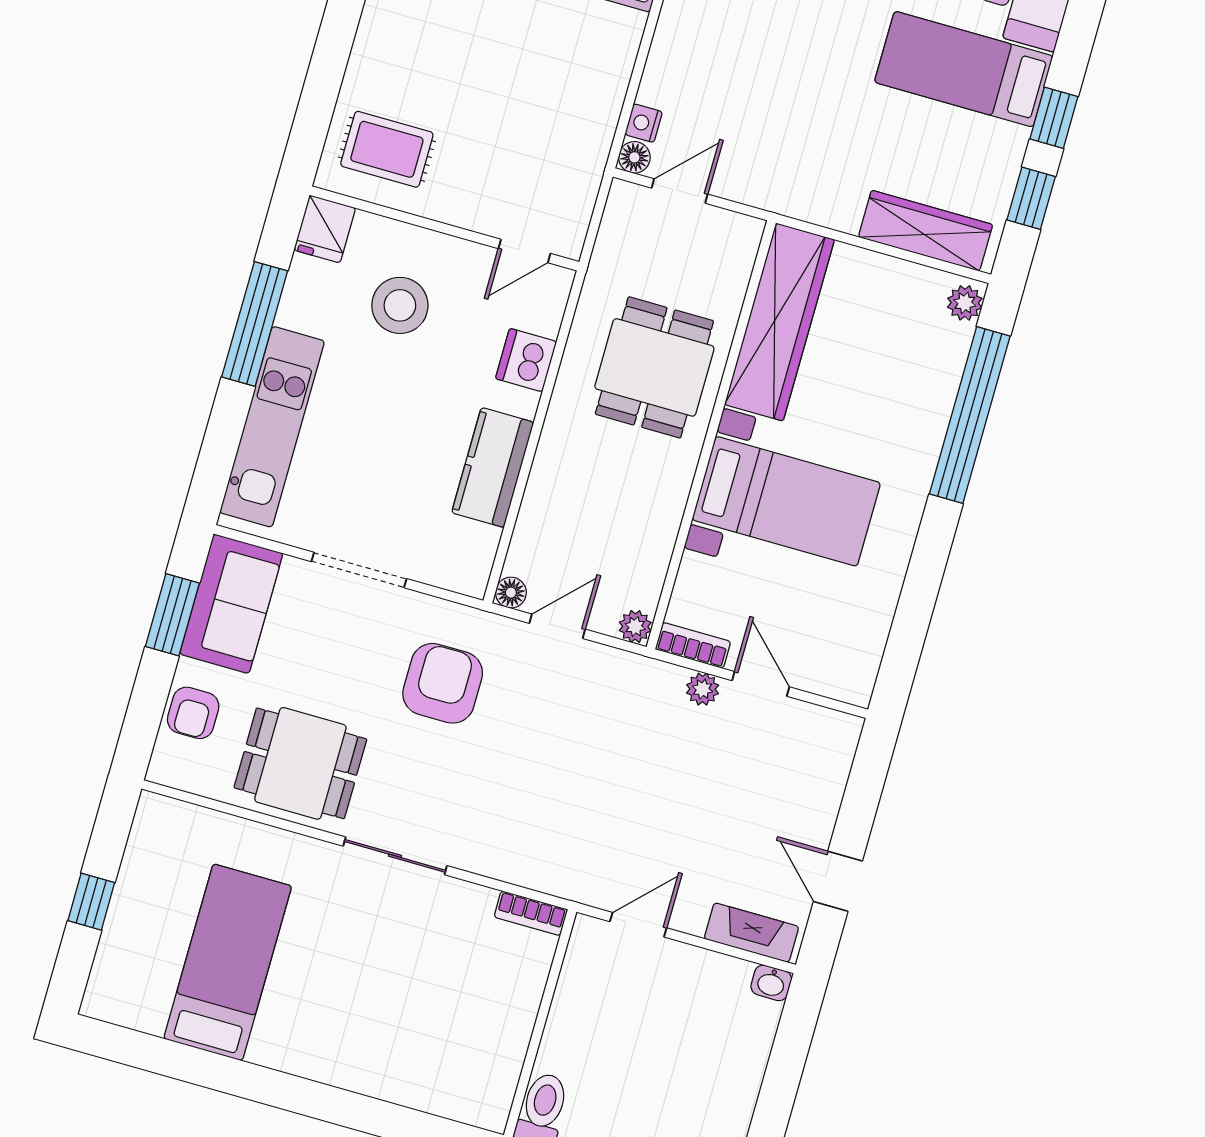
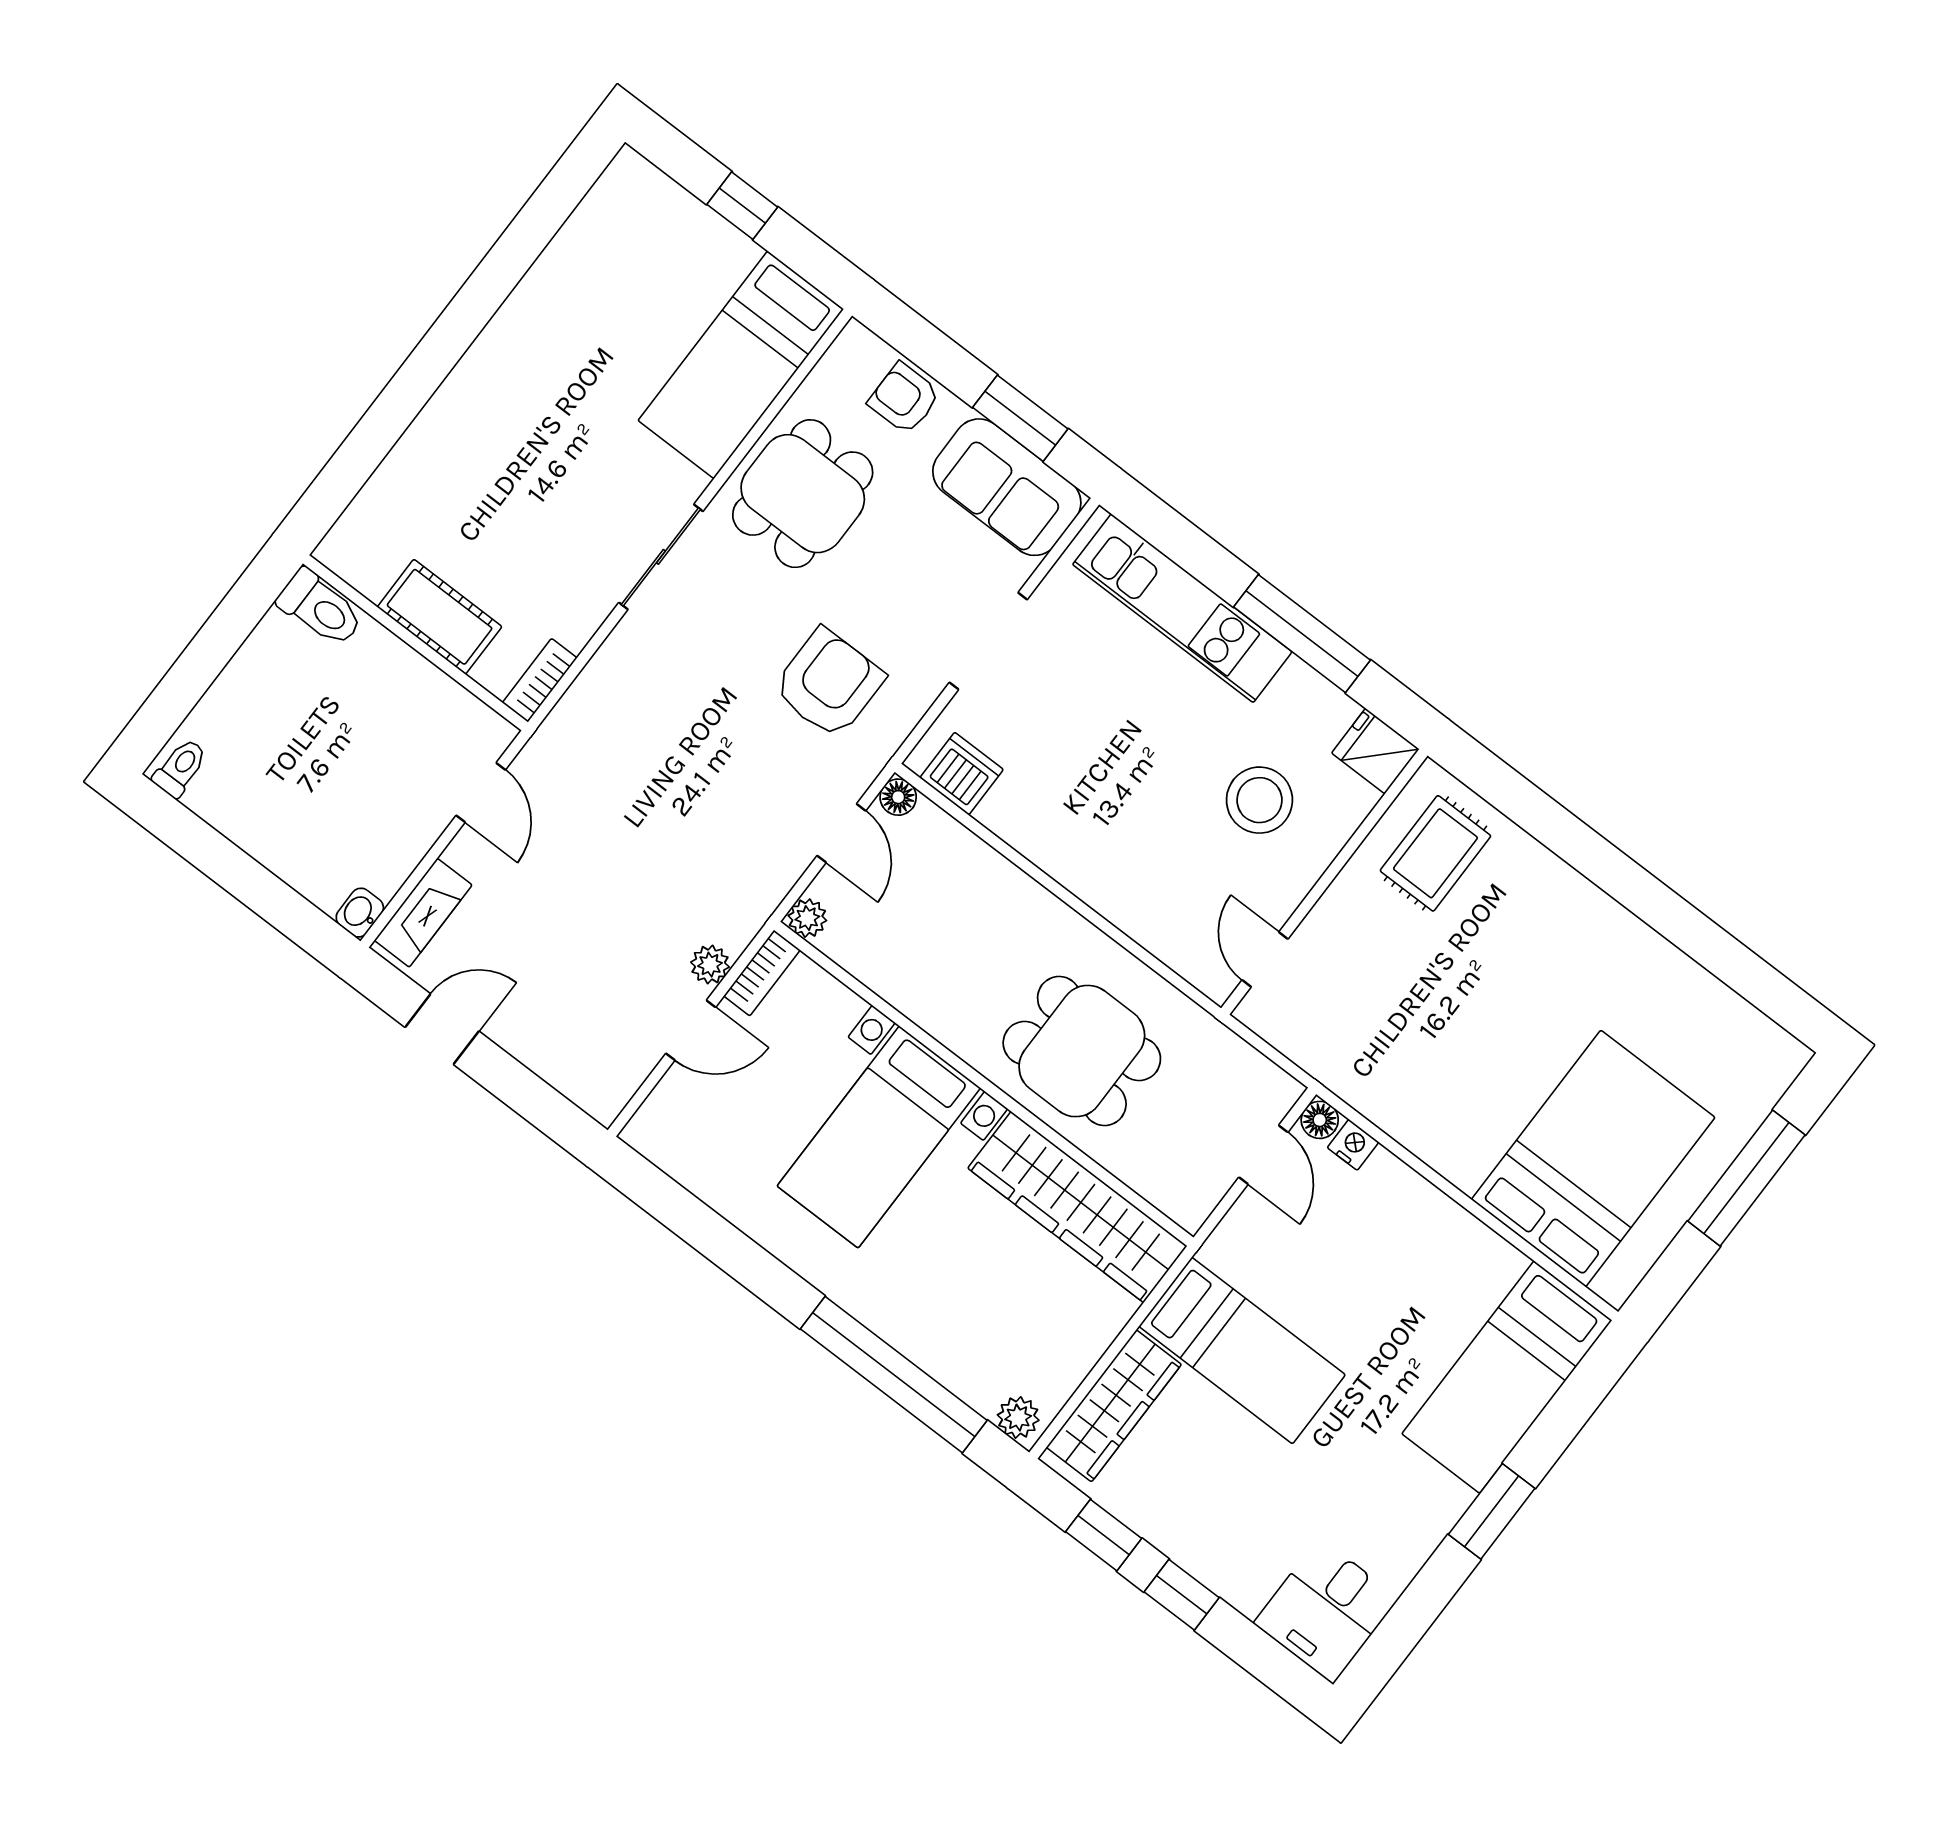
bed: (964, 69) -> (1242, 1351), moved, turned 90
dishwasher: (526, 360) -> (962, 774), moved
kitchen counter: (493, 467) -> (1043, 831), removed
armchair: (443, 683) -> (829, 683), turned -90
bed: (228, 962) -> (741, 365), moved, turned 90
cot: (512, 1012) -> (440, 617), added

